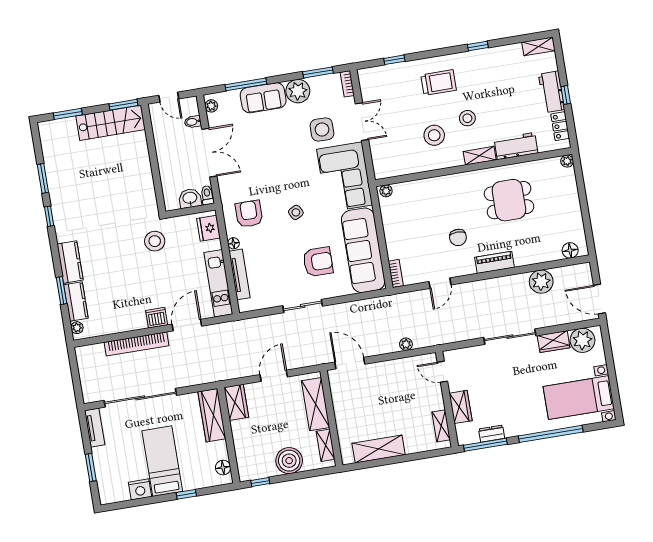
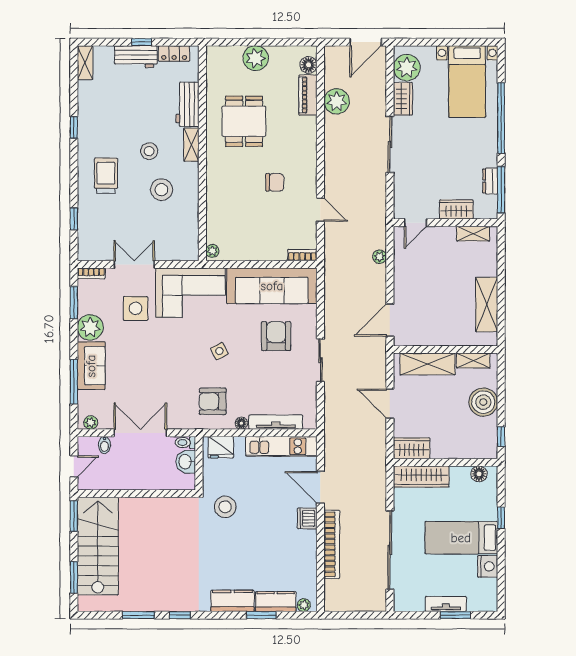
stairs: (111, 123) -> (98, 546), width x1.36, depth x1.51
plant: (567, 161) -> (256, 58), moved, width x1.88, depth x1.88
piano: (495, 262) -> (308, 95), moved
tv unit: (95, 428) -> (446, 604), moved

